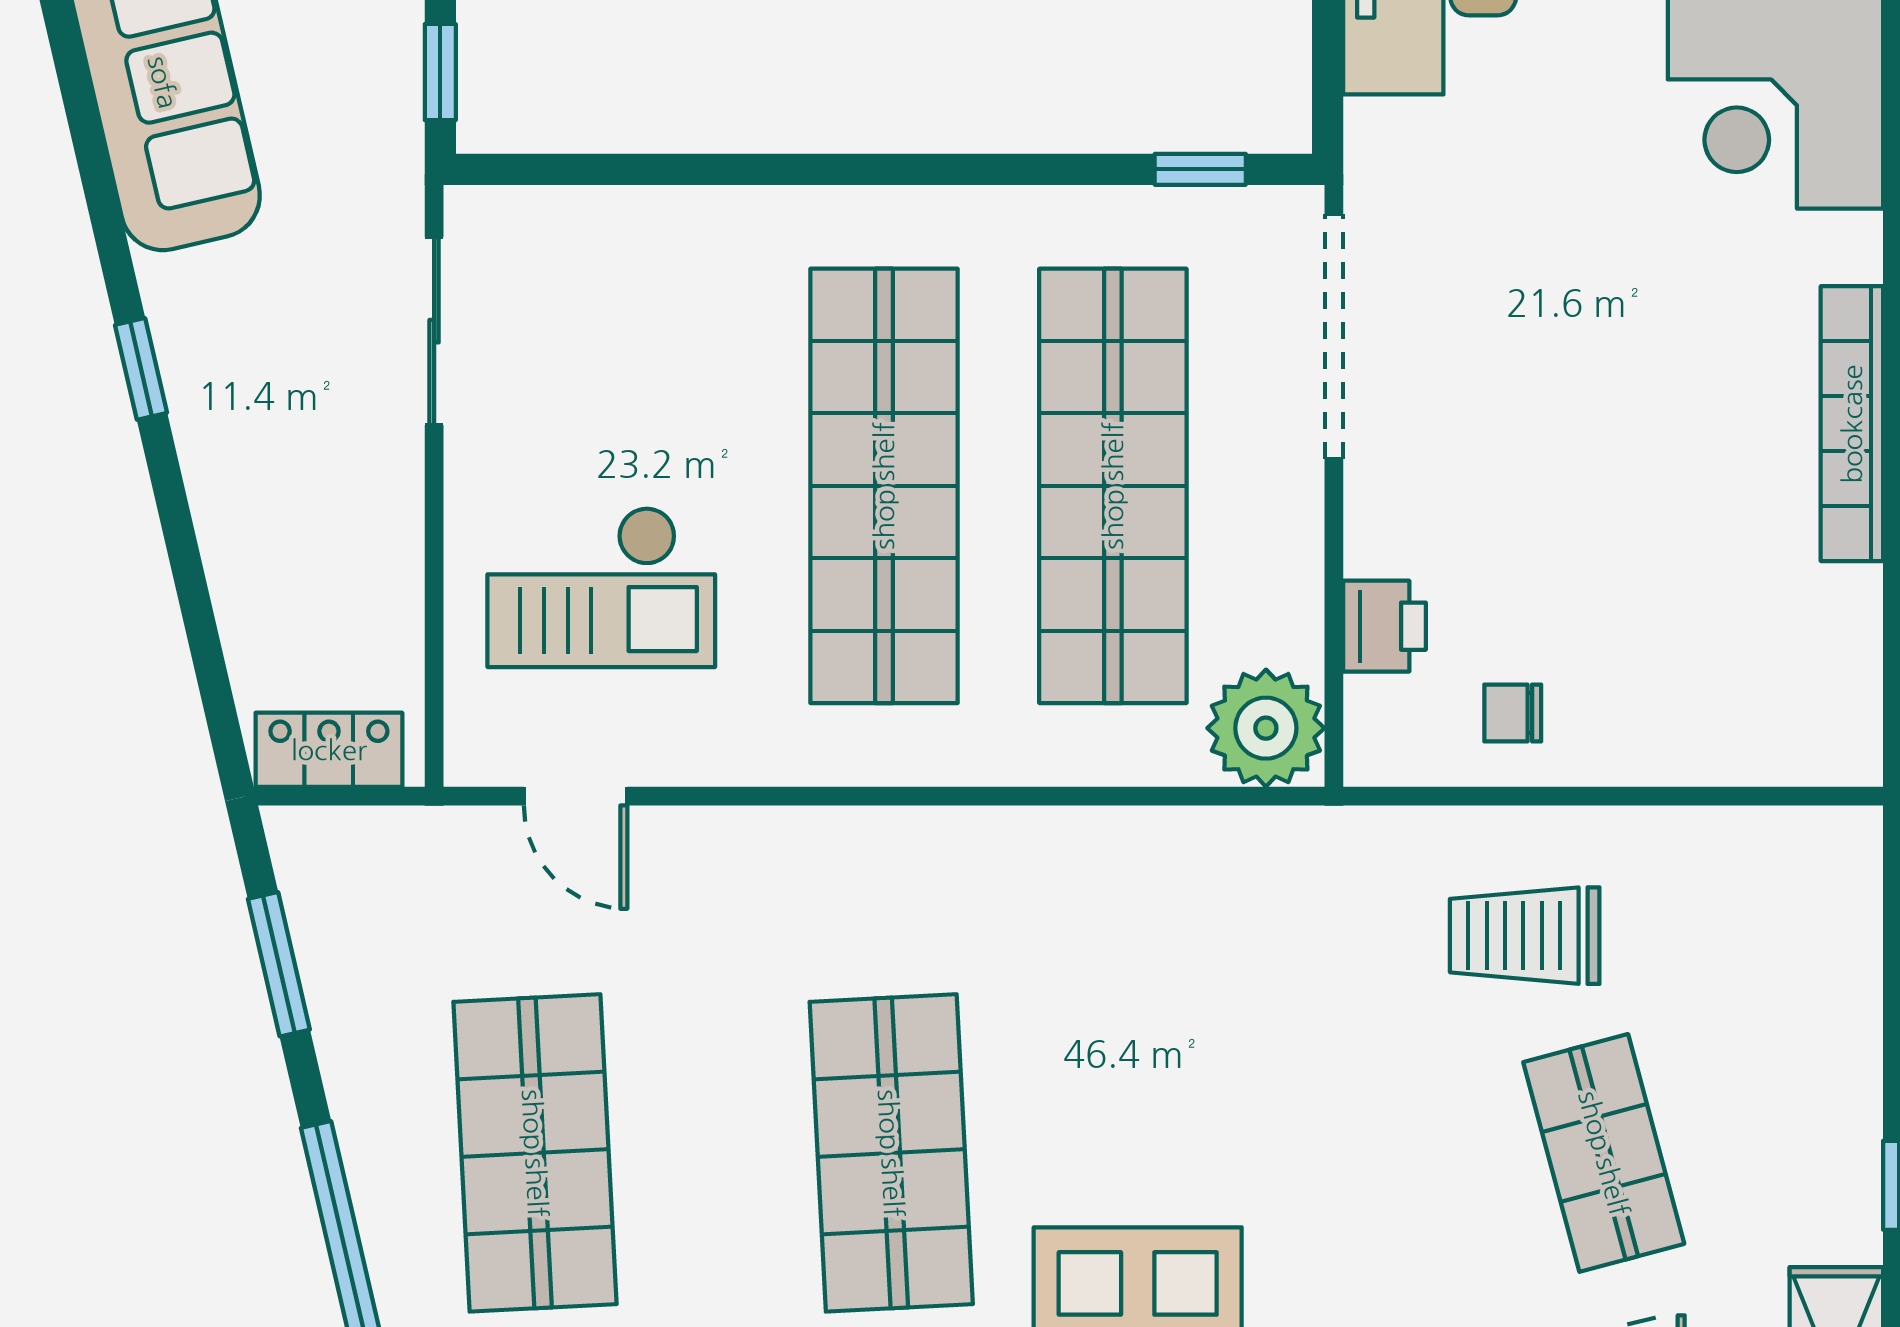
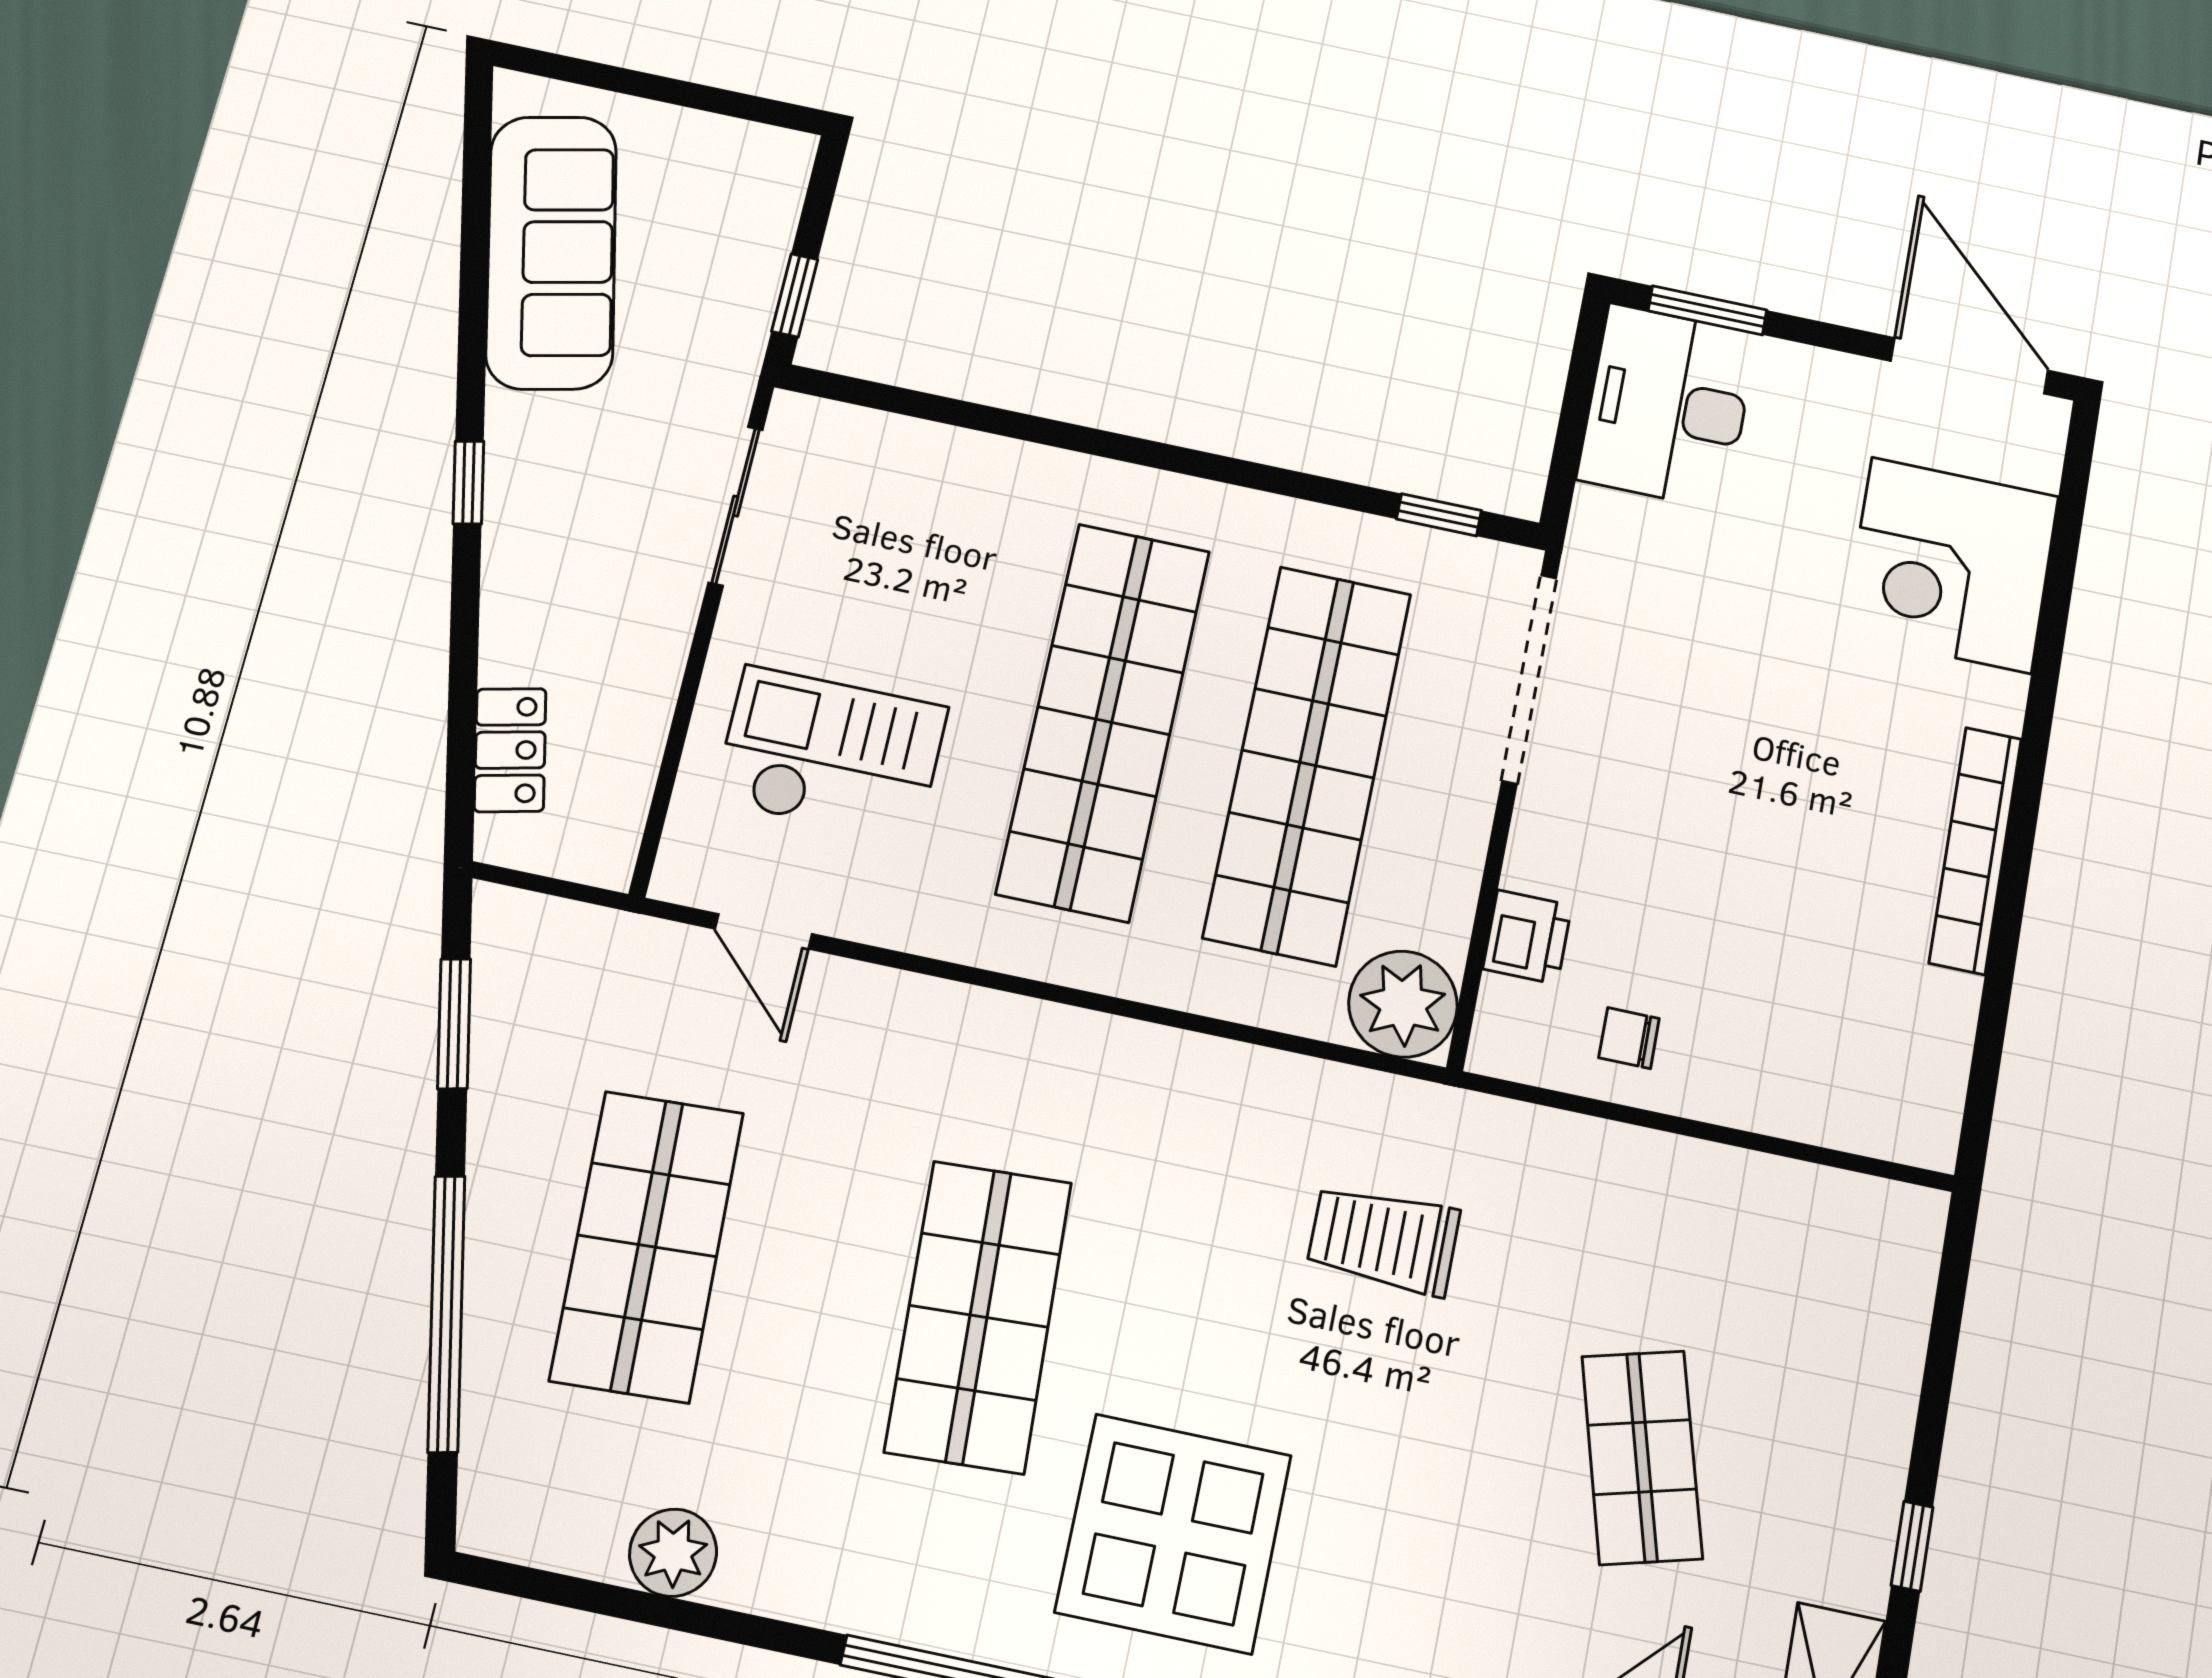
checkout: (601, 587) -> (831, 754), turned 180
locker: (329, 750) -> (510, 750), moved, turned 77
trolley: (1525, 936) -> (1383, 1240), moved

